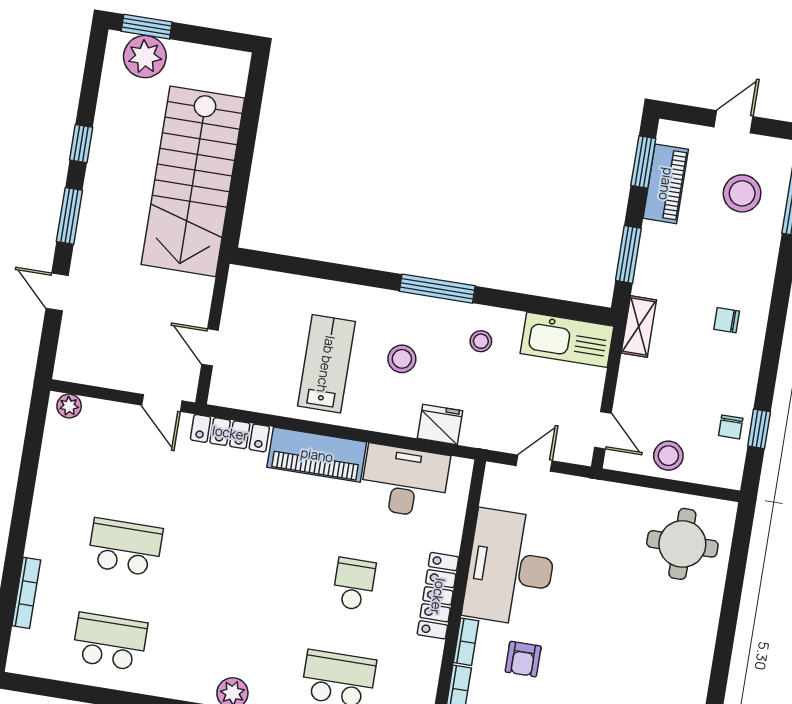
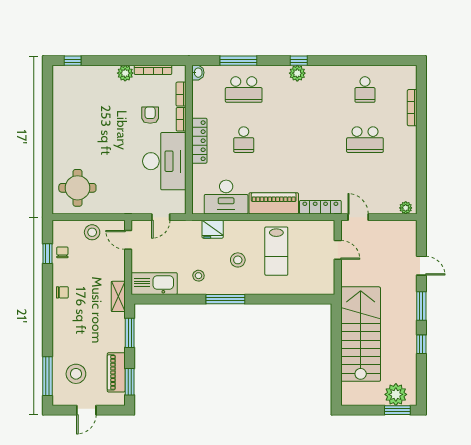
chair: (727, 320) -> (62, 292), moved
school desk: (110, 642) -> (365, 90), width x0.54

